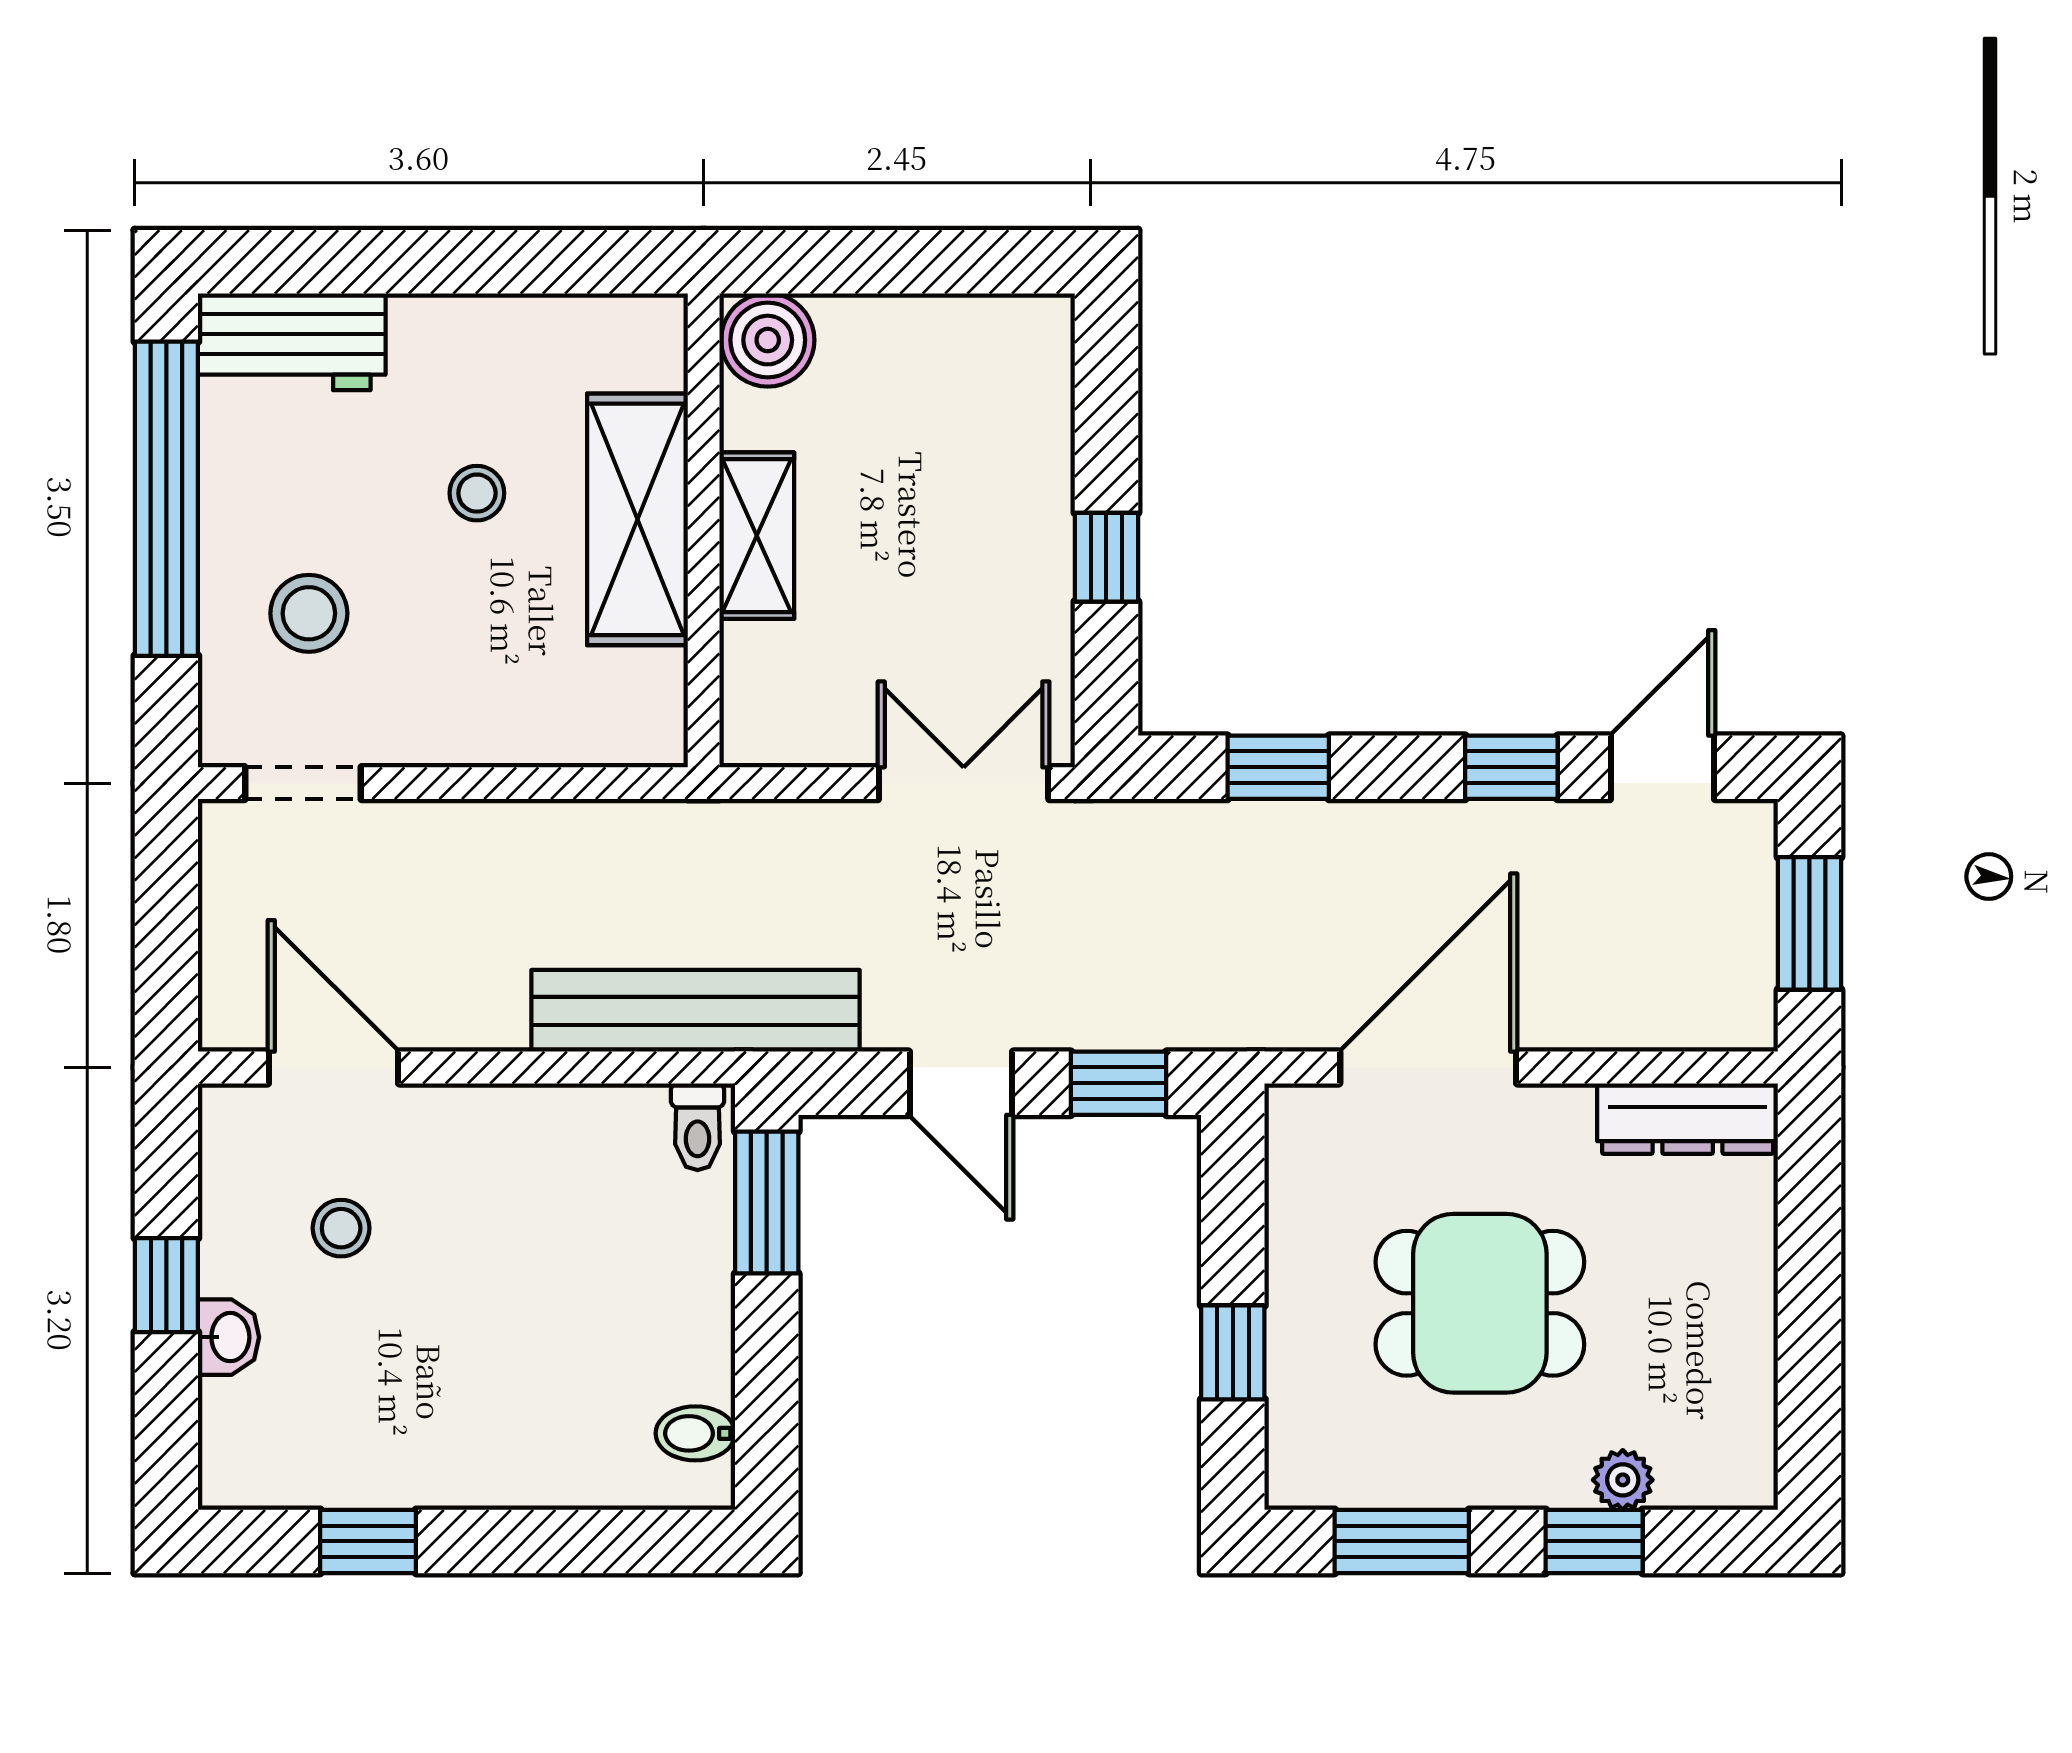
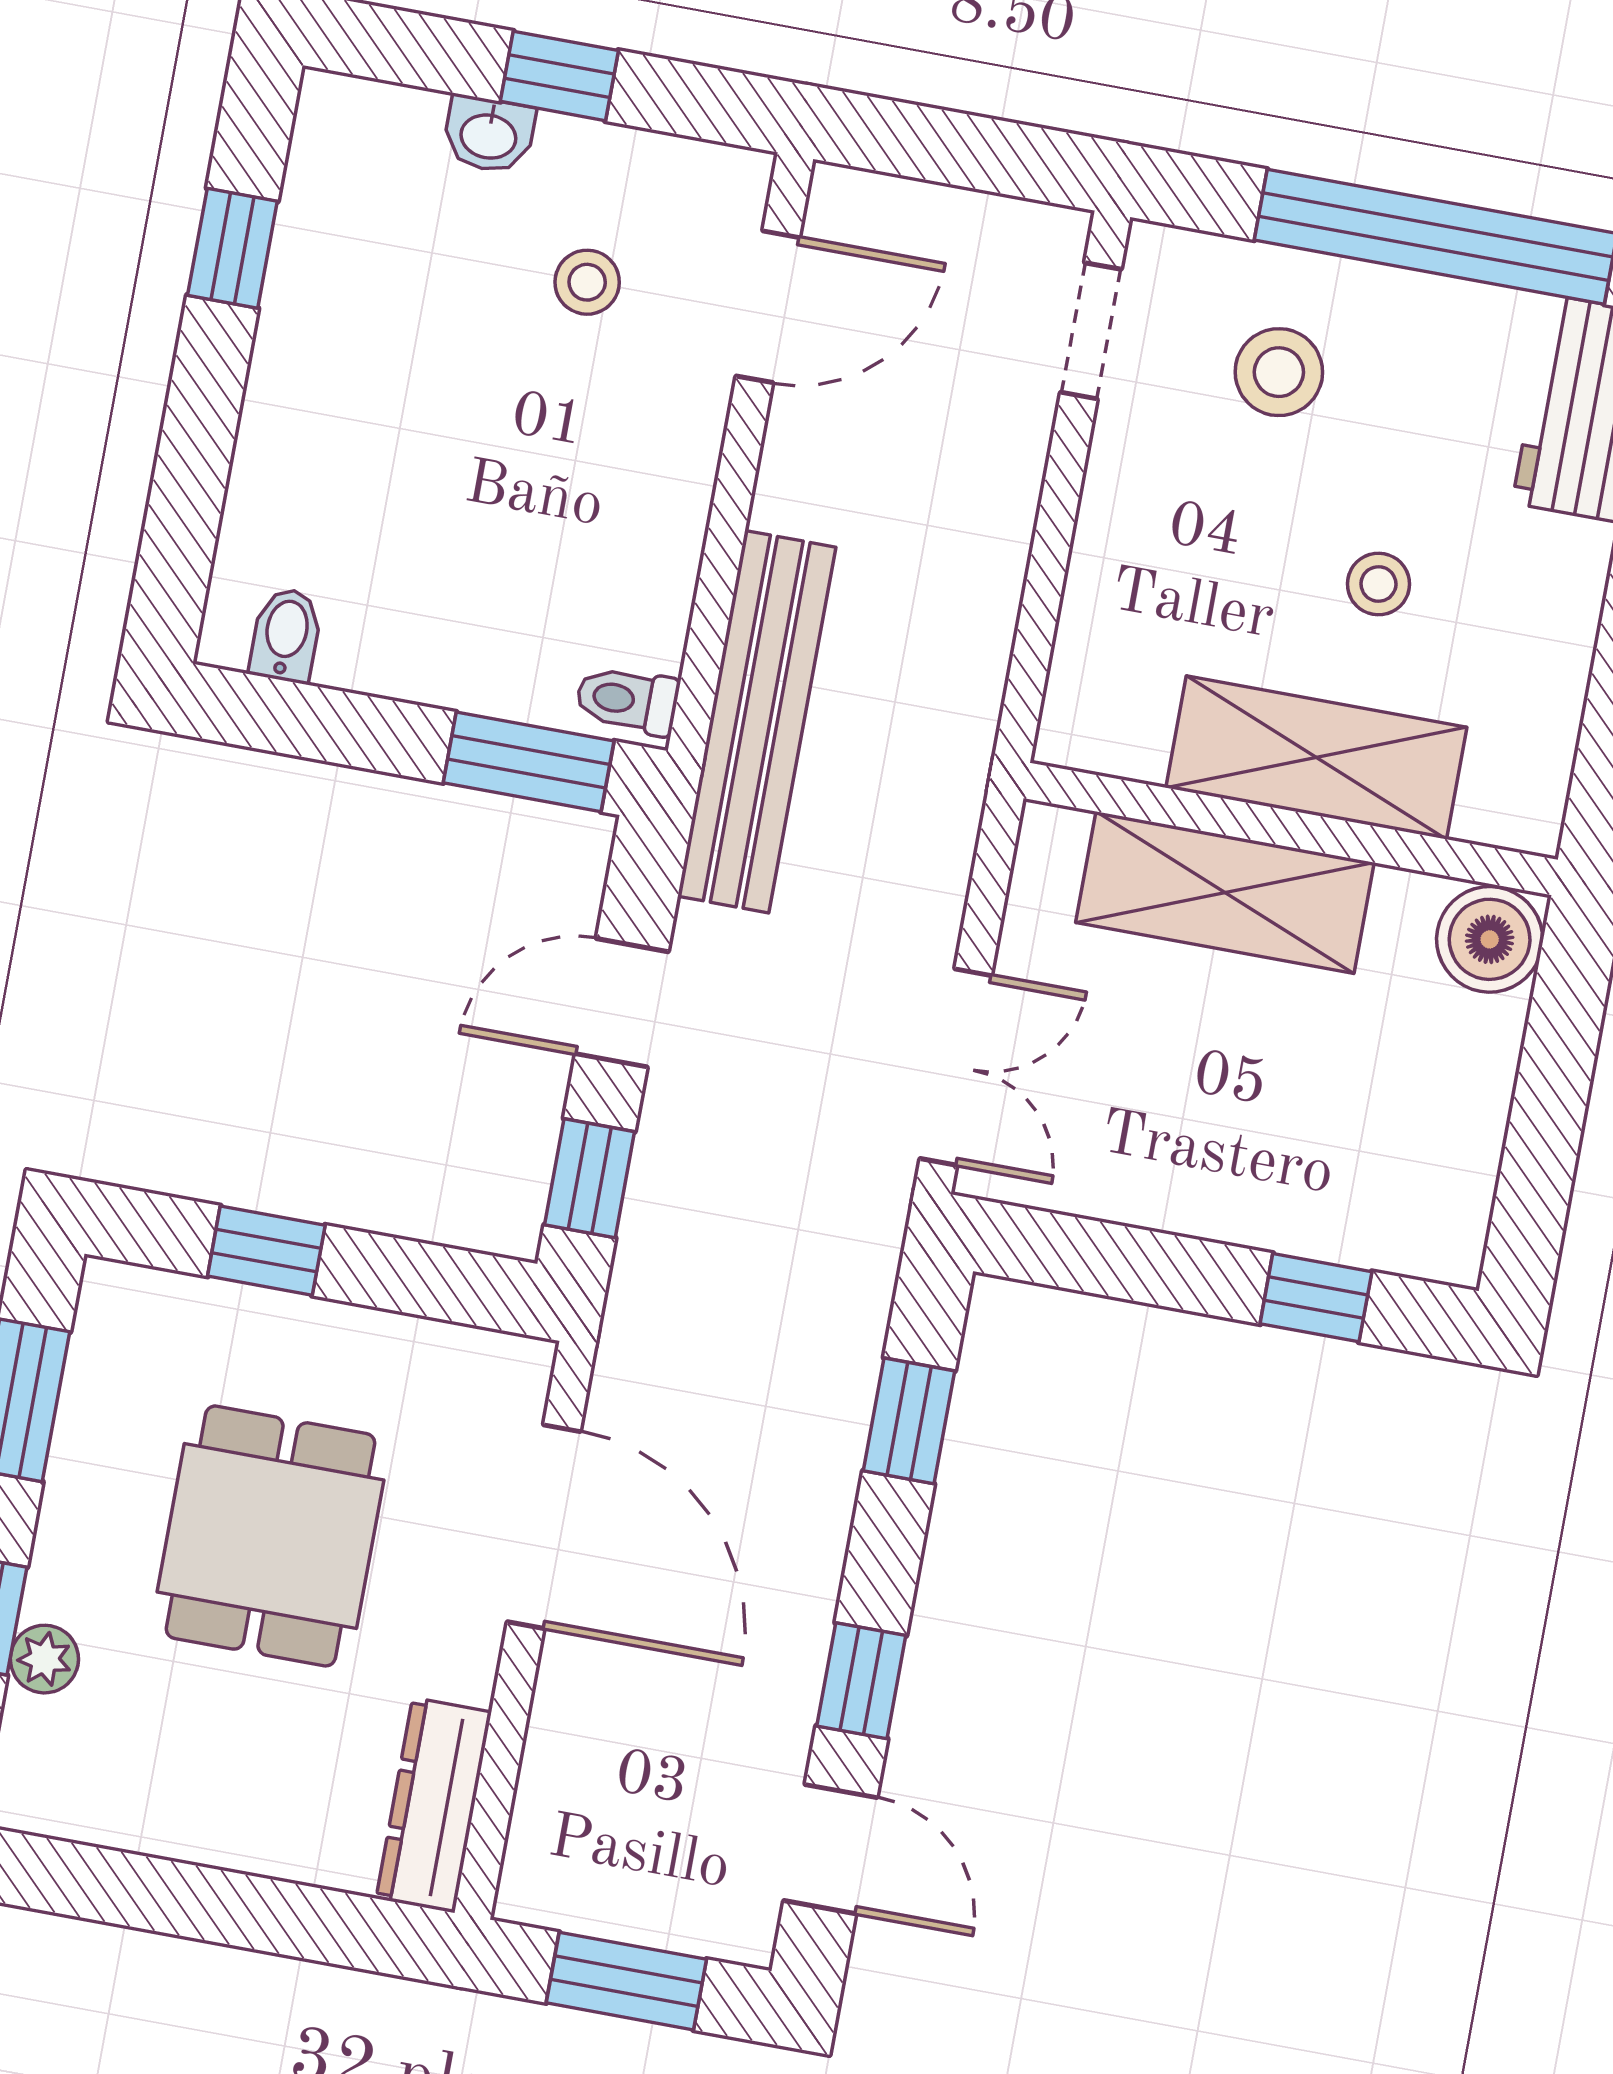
shelving: (757, 536) -> (1225, 893), width x1.50, depth x1.33
window: (1106, 557) -> (1316, 1298), moved

